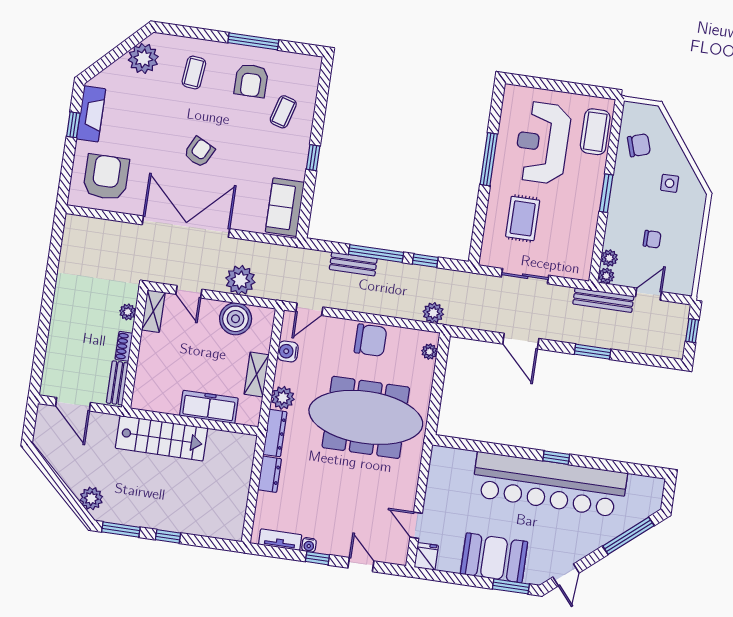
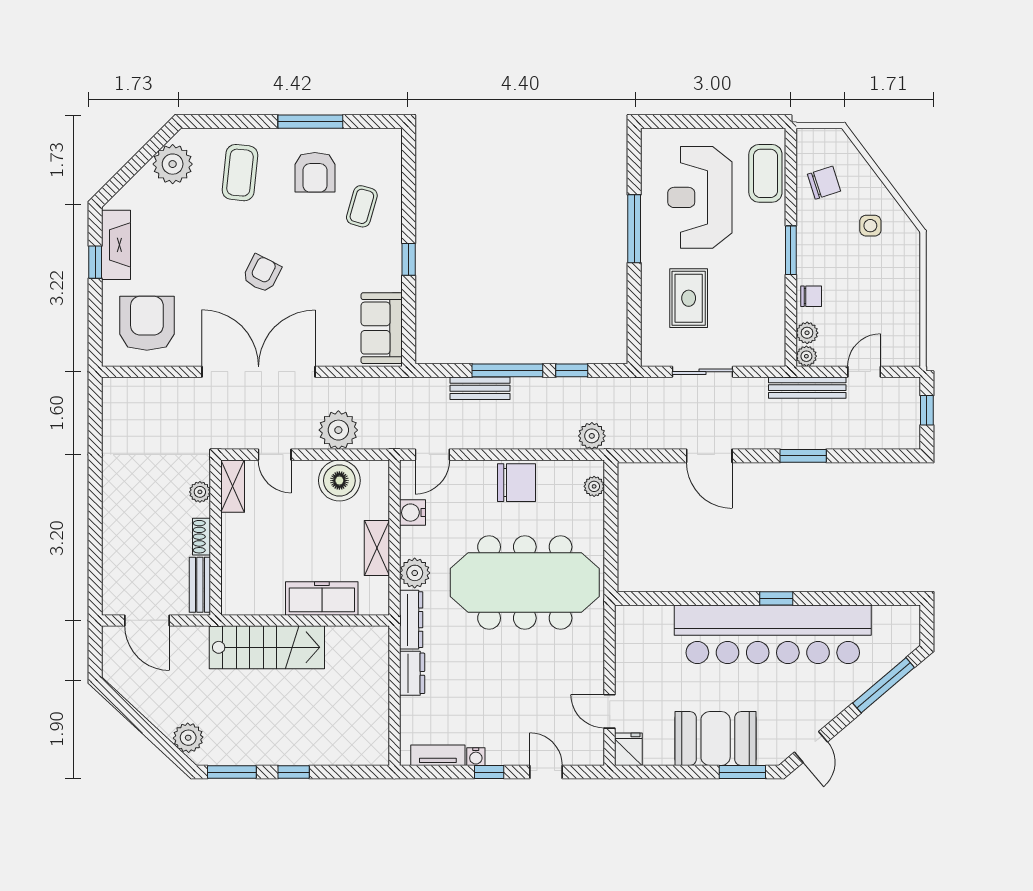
coffee table: (194, 72) -> (240, 173), width x1.36, depth x1.30
chair: (652, 239) -> (811, 296), moved

